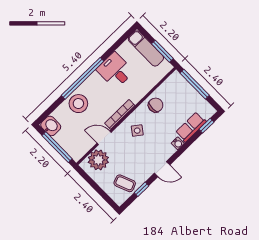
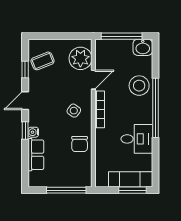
window: (162, 51) -> (132, 190), moved
window: (206, 126) -> (25, 130), moved

